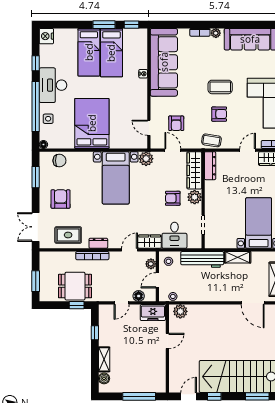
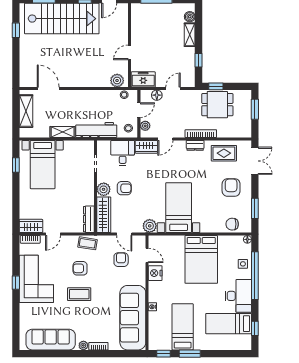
nightstand: (46, 36) -> (155, 273), moved, turned 180
bed: (89, 52) -> (229, 324), moved, turned -90
window: (36, 63) -> (255, 328), moved
armchair: (61, 199) -> (231, 187), turned 180

